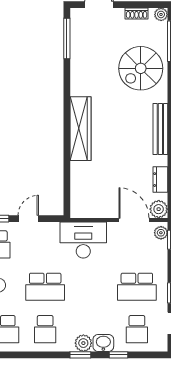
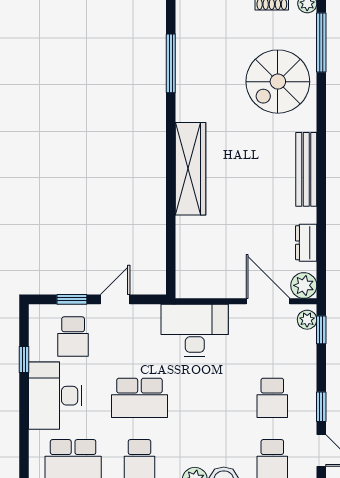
window: (67, 39) -> (171, 63), moved
school desk: (137, 287) -> (272, 398), width x0.54

